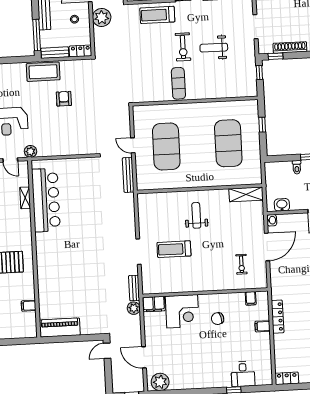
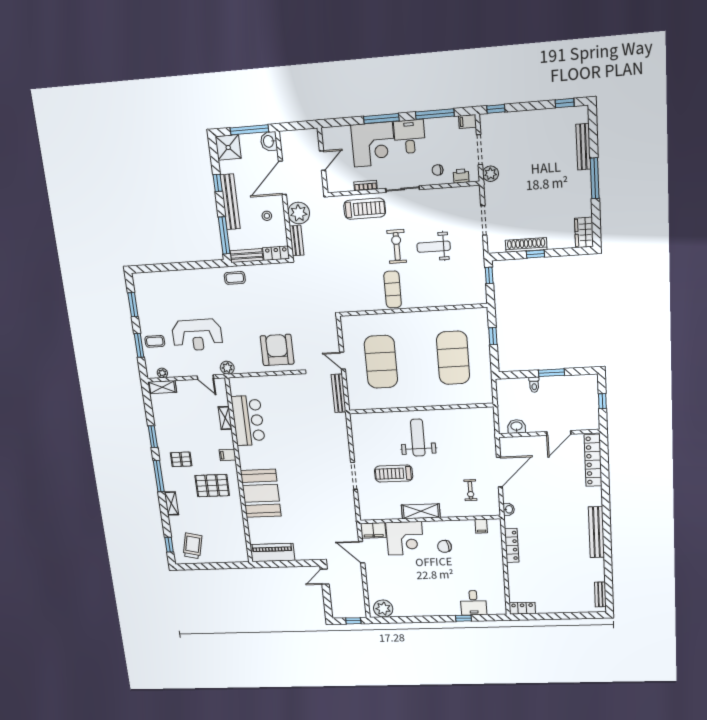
treadmill: (157, 15) -> (365, 209), turned 180
exercise bike: (183, 47) -> (397, 246), turned 180
window: (276, 56) -> (535, 254), moved
coffee table: (43, 72) -> (235, 278), width x0.54, depth x0.58
armchair: (64, 99) -> (277, 350), moved, width x1.88, depth x1.88
shelving: (246, 194) -> (421, 511), moved
bar counter: (46, 200) -> (248, 420), width x0.73
weight bench: (196, 215) -> (418, 438), width x1.36, depth x1.33
washbasin: (272, 220) -> (509, 509), moved
booth: (53, 269) -> (261, 493), added
bench: (134, 288) -> (297, 241), moved
filing cabinet: (29, 306) -> (228, 455), moved
plant: (134, 308) -> (351, 534), removed
filing cabinet: (263, 326) -> (495, 555), removed
door: (144, 357) -> (362, 552), moved

